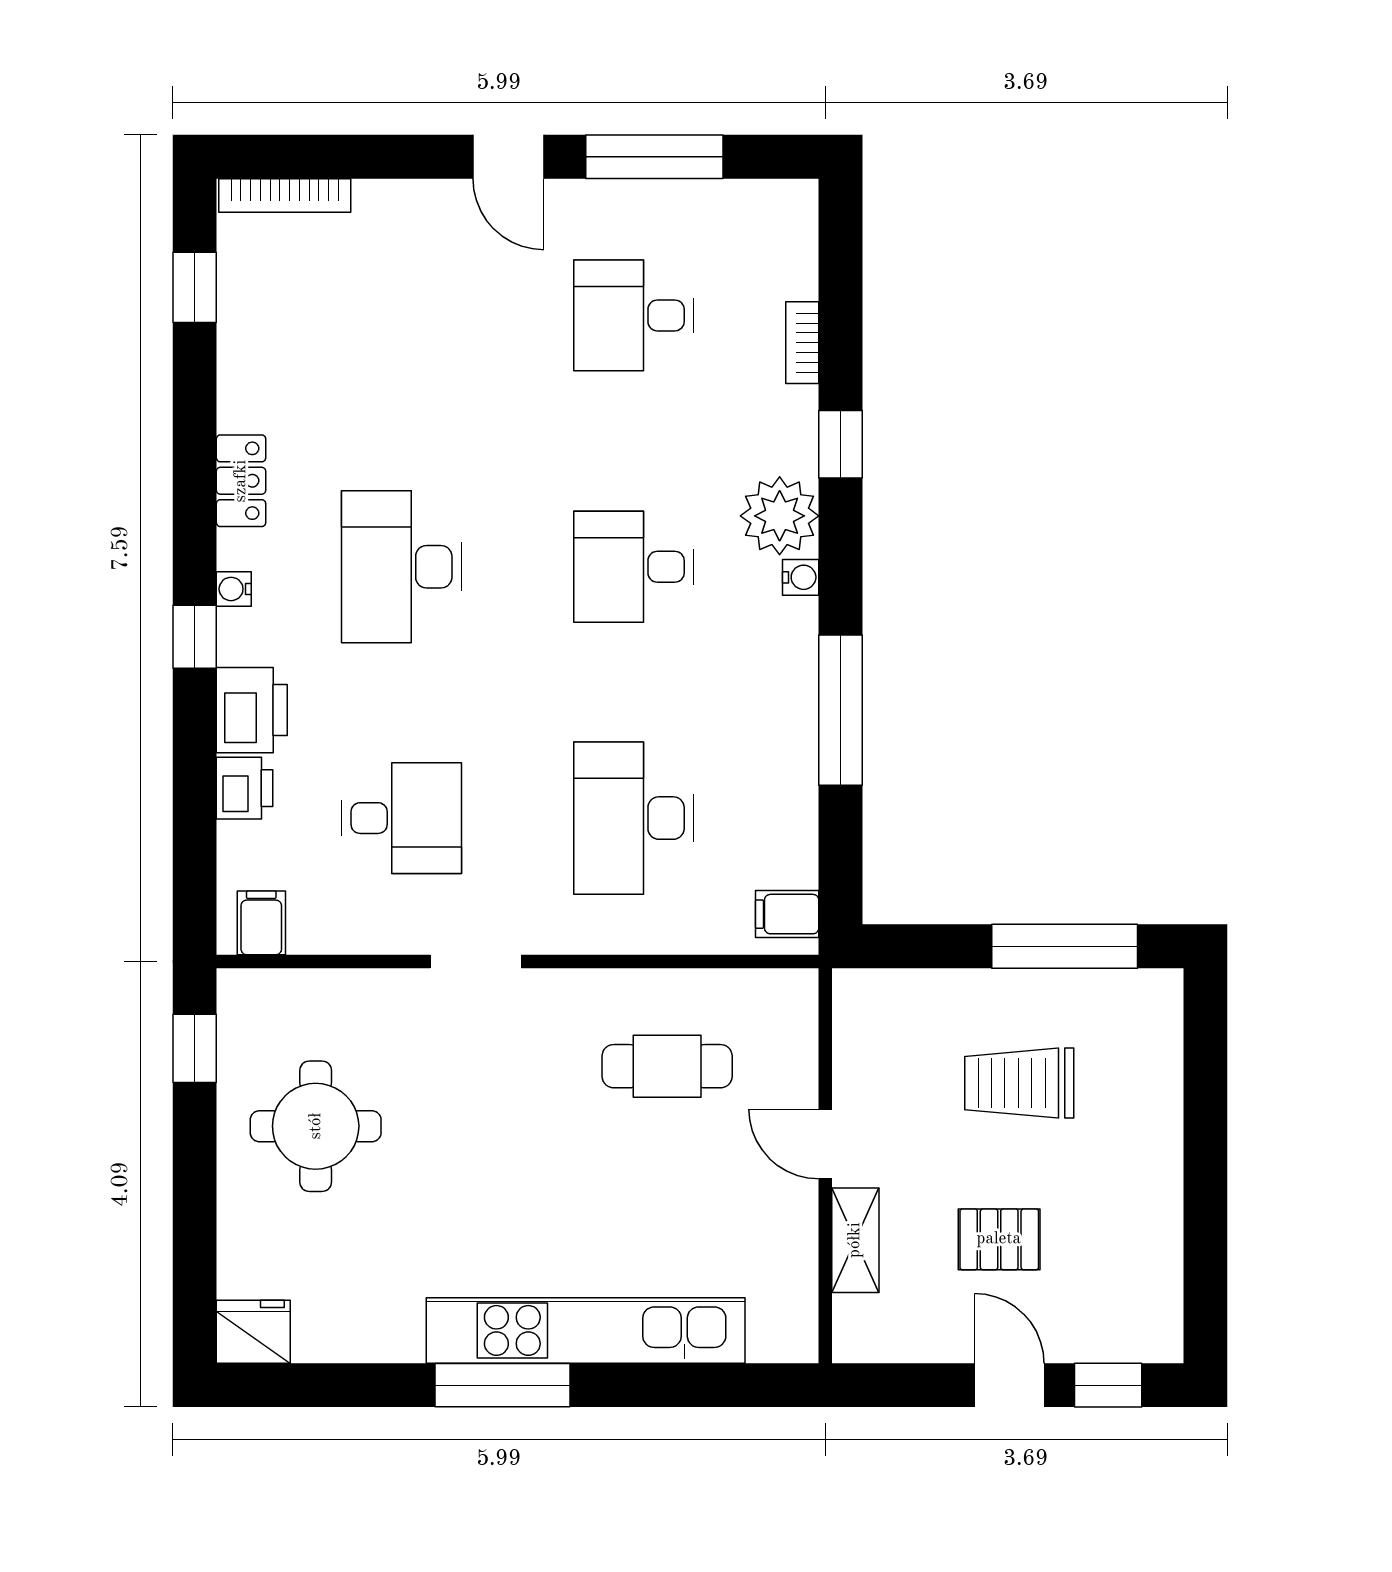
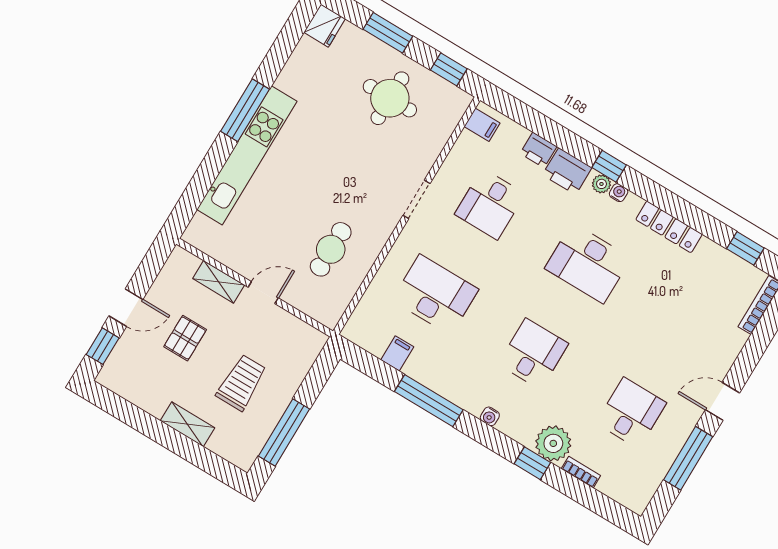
locker: (241, 481) -> (669, 227), width x1.53
plant: (780, 516) -> (553, 443), moved
desk: (401, 567) -> (588, 263), turned 180
plant: (237, 631) -> (601, 184), added
filing cabinet: (787, 914) -> (397, 353), moved
shelving: (1159, 1137) -> (187, 424), added
window: (195, 1205) -> (388, 33), added

